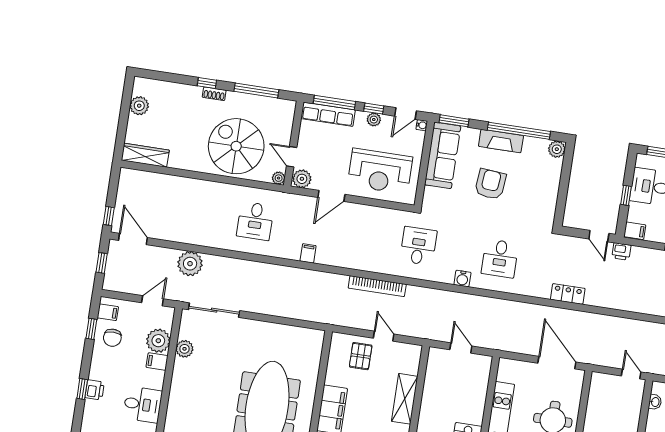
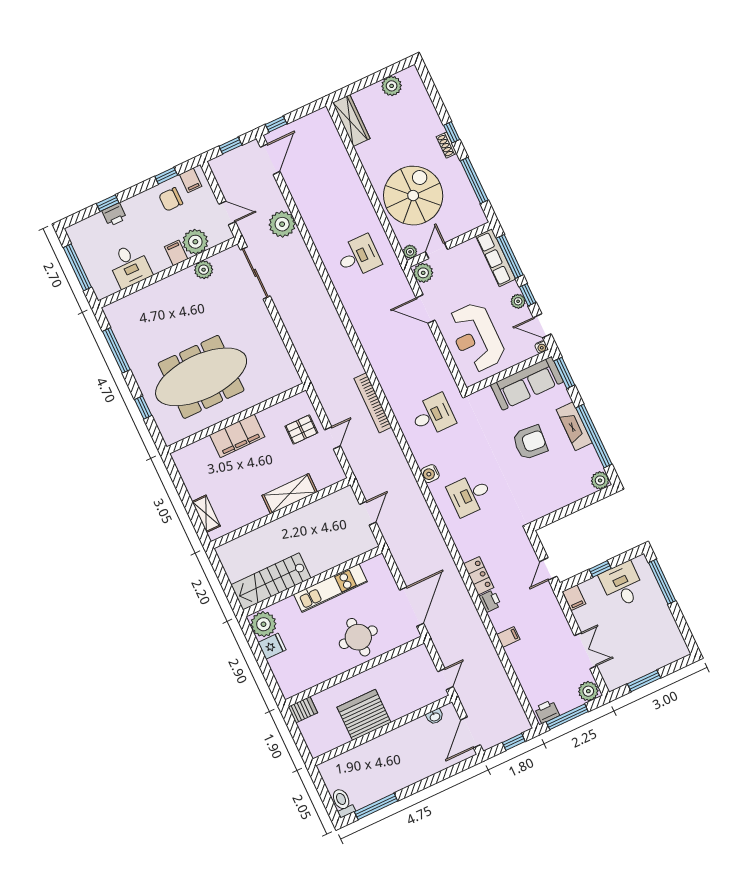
desk: (255, 221) -> (358, 257), turned 180
printer: (621, 251) -> (490, 601), moved, turned 180
filing cabinet: (308, 253) -> (508, 637), moved

